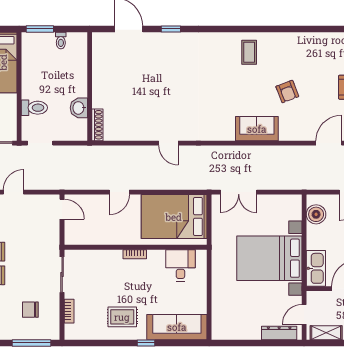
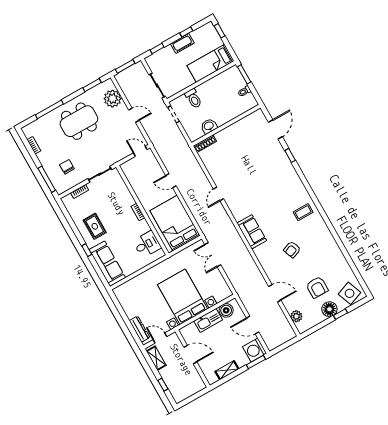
sofa: (257, 129) -> (252, 232), moved
door: (62, 209) -> (140, 151), swing flipped
kitchen sink: (316, 268) -> (208, 320), moved

